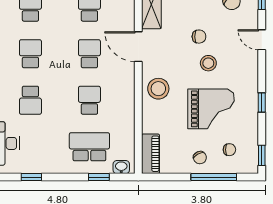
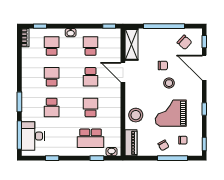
door: (262, 40) -> (204, 68), width x1.87
school desk: (89, 54) -> (91, 77), turned 180
stool: (158, 89) -> (136, 115), moved
grand piano: (211, 109) -> (171, 113), turned 180
school desk: (89, 147) -> (91, 138), turned 180

